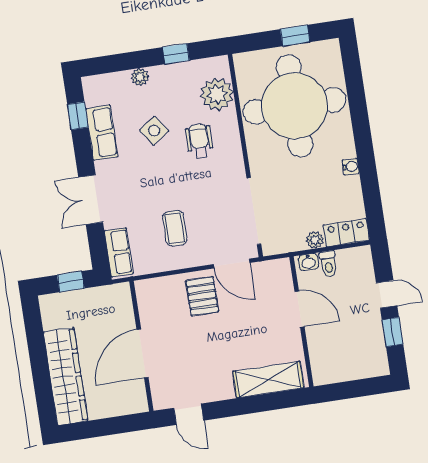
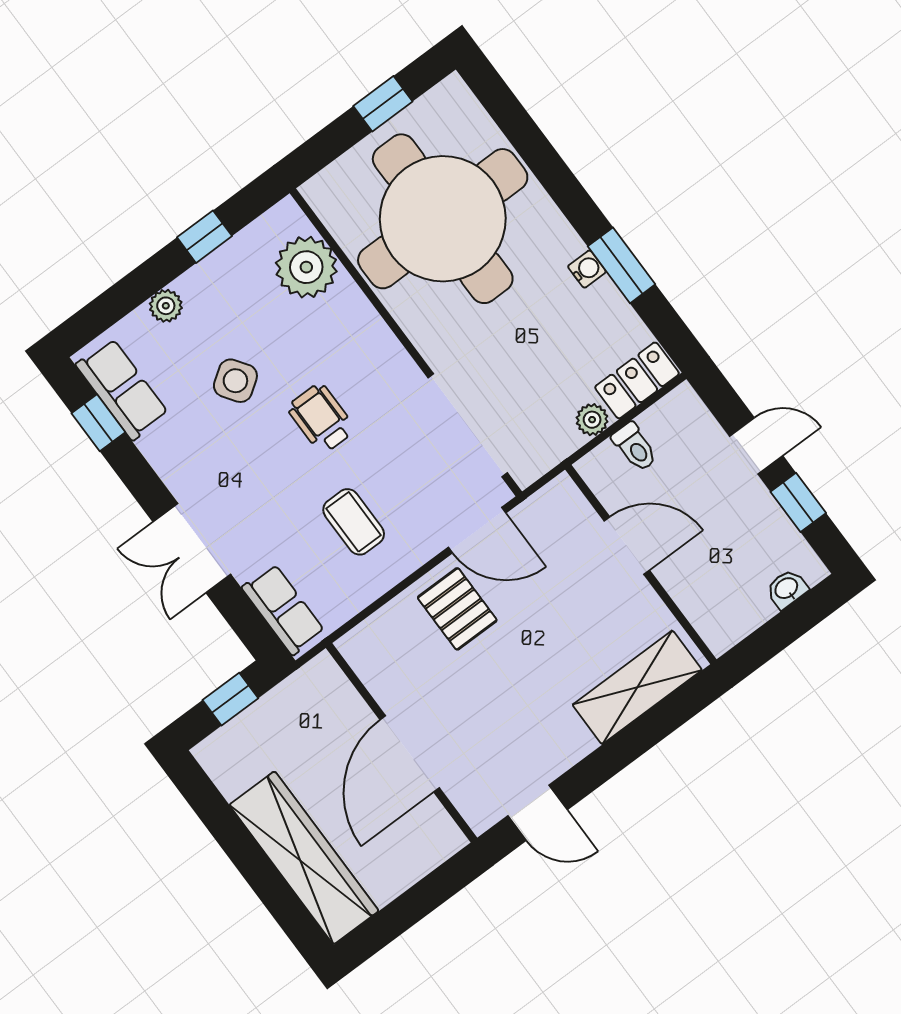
row of seats: (102, 133) -> (122, 389), moved
wheelchair: (199, 141) -> (321, 418), moved
window: (368, 174) -> (622, 265), added
washbasin: (308, 262) -> (787, 589), moved, turned 180

